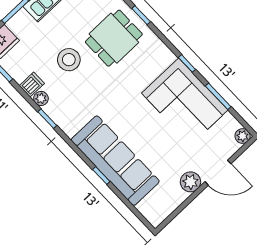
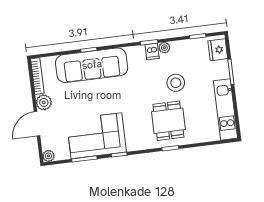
dishwasher: (32, 85) -> (152, 51), moved
bookcase: (168, 209) -> (37, 76), added

